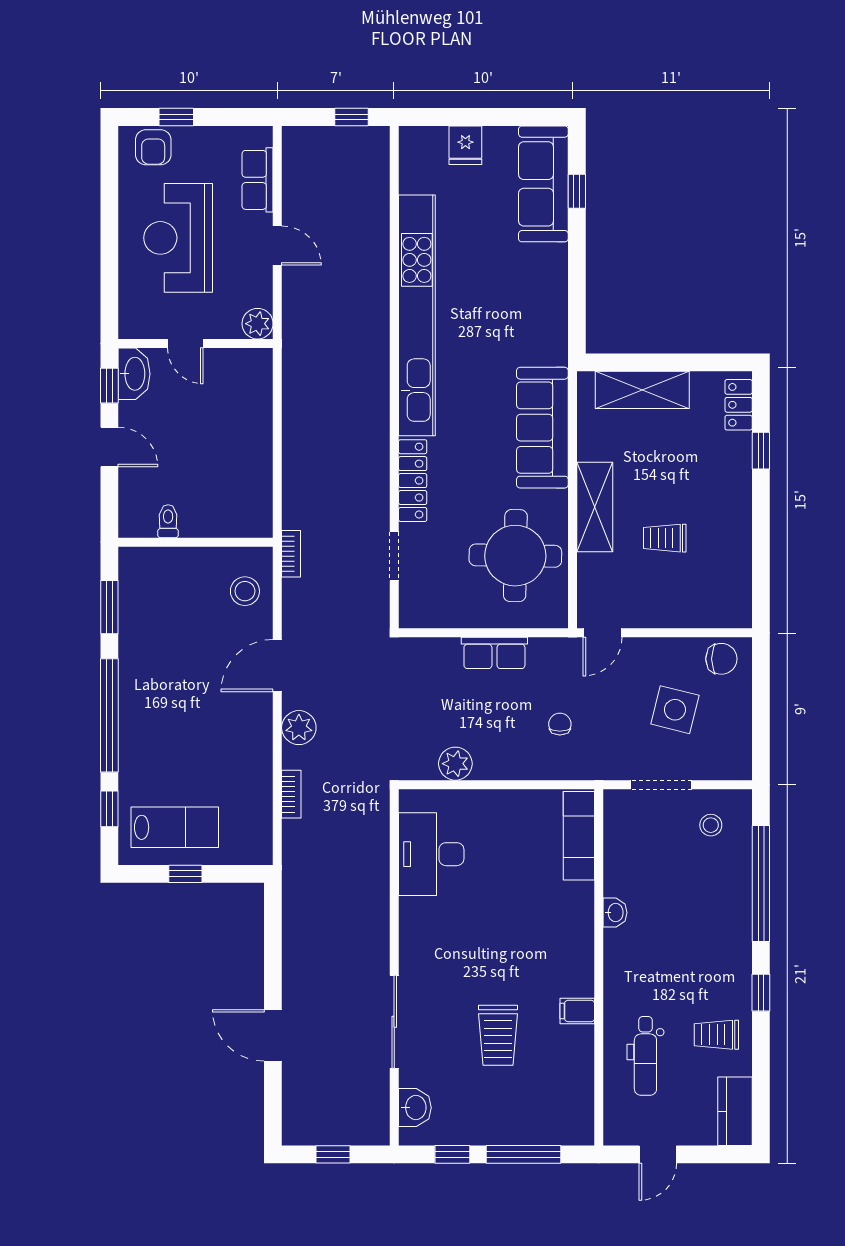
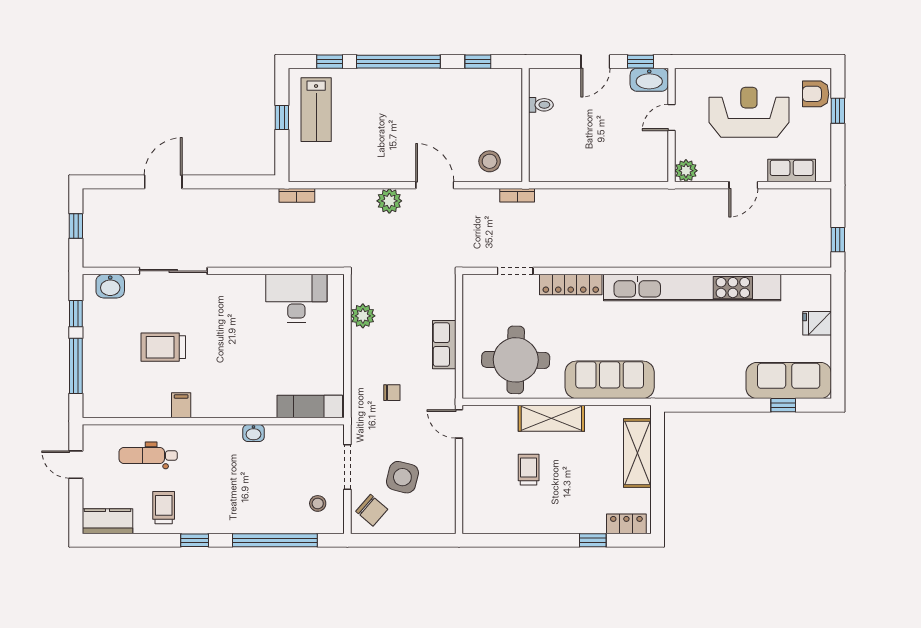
window: (109, 607) -> (478, 62), width x0.67
chair: (721, 659) -> (372, 510), moved, turned -49
bookcase: (291, 794) -> (297, 195), moved

